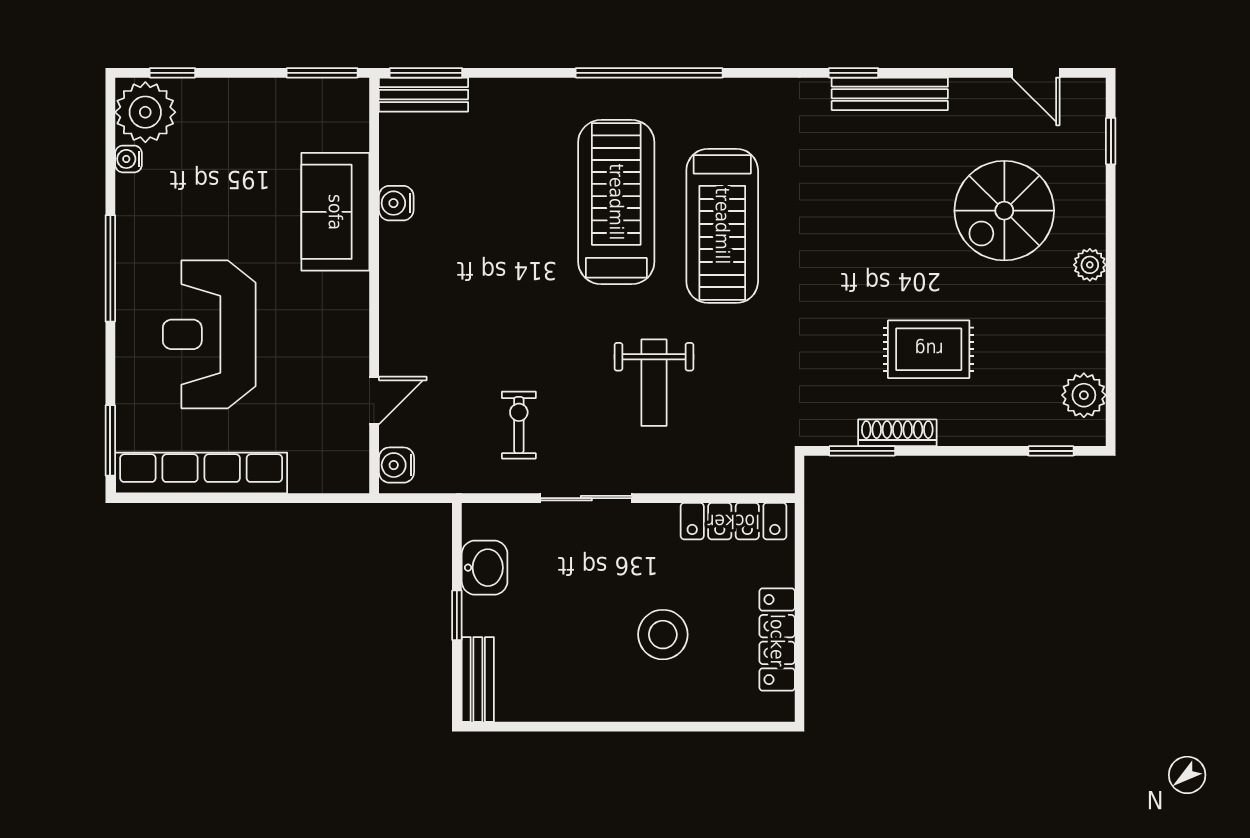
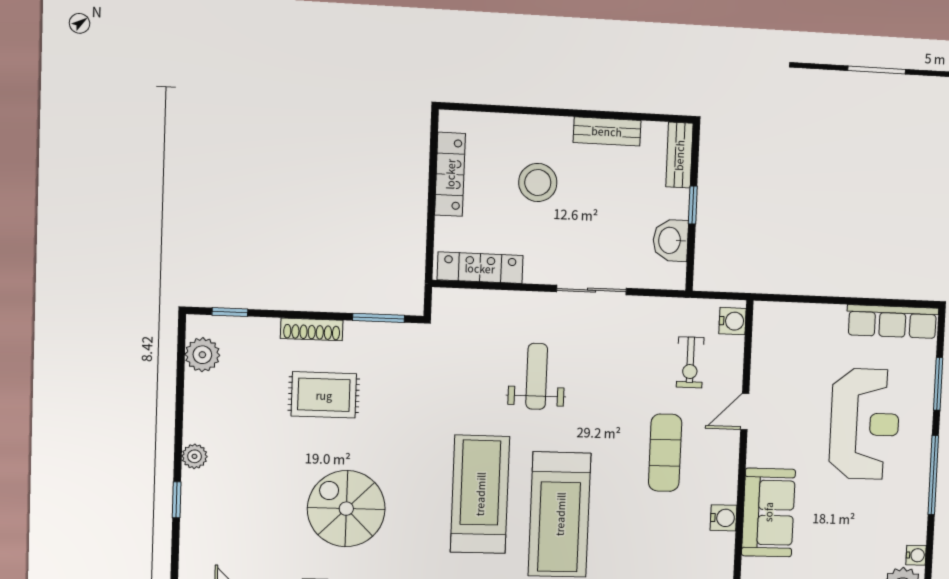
window: (1111, 141) -> (177, 500), moved
spiral stairs: (1004, 211) -> (346, 509), moved, turned -90
exercise mat: (479, 288) -> (665, 453), added
door: (374, 401) -> (745, 412), moved
exercise bike: (519, 425) -> (690, 362), moved
shoe rack: (897, 433) -> (312, 329), moved
window: (110, 440) -> (938, 384), moved
row of seats: (201, 473) -> (892, 321), width x0.73
bench: (575, 705) -> (607, 131), added

